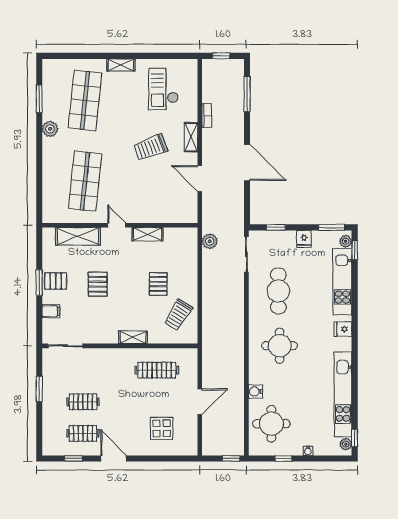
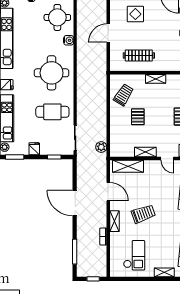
shelving: (172, 214) -> (128, 166), added
cafe table: (278, 291) -> (52, 112), turned 90
round table: (280, 346) -> (52, 73), width x1.36, depth x1.36

